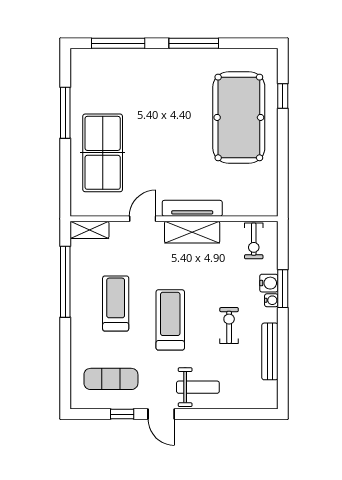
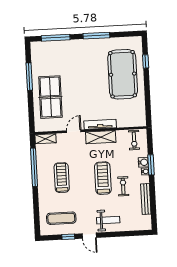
treadmill: (170, 320) -> (103, 178), moved

